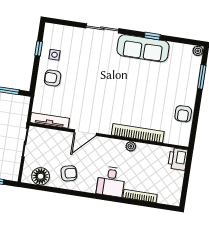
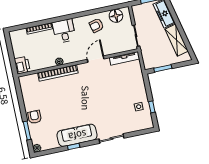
armchair: (53, 78) -> (134, 90), removed
armchair: (183, 114) -> (35, 117), moved

